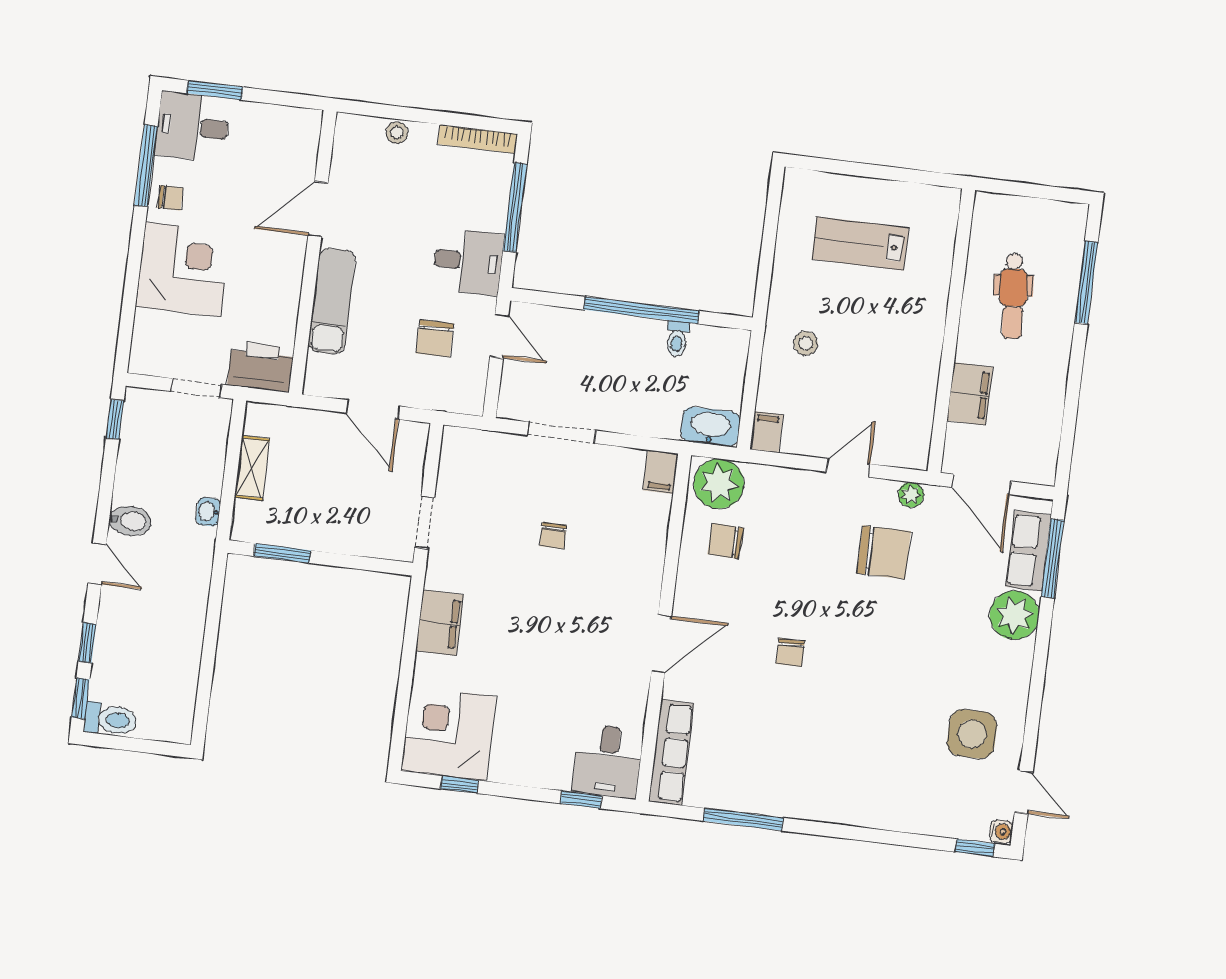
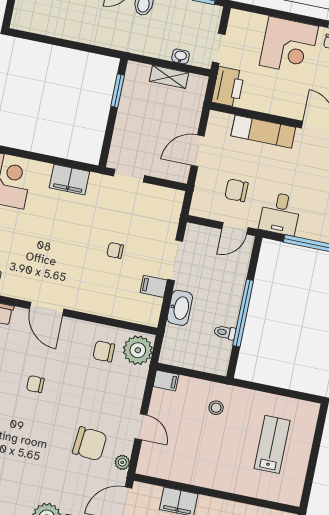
washbasin: (710, 427) -> (180, 308), moved
filing cabinet: (661, 472) -> (154, 286), moved
washbasin: (208, 512) -> (181, 56), moved
chair: (726, 541) -> (104, 351), turned -92
chair: (884, 552) -> (90, 444), turned -85

